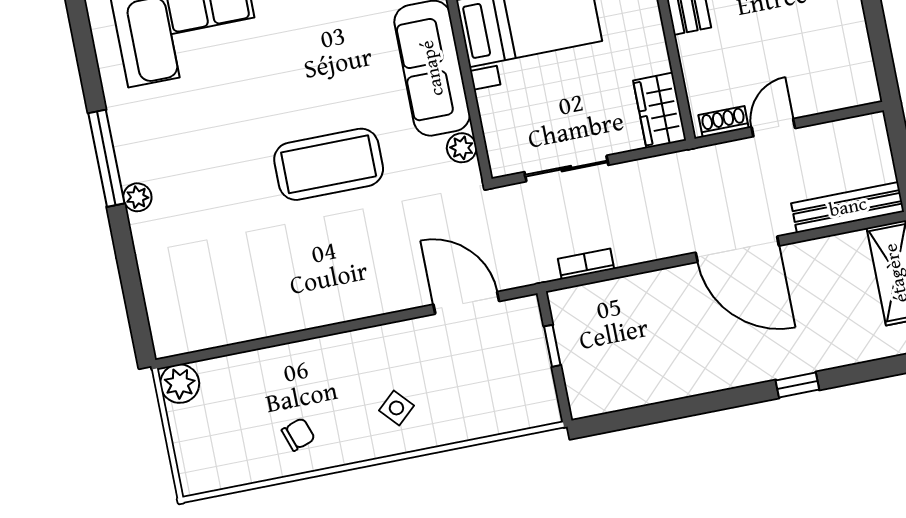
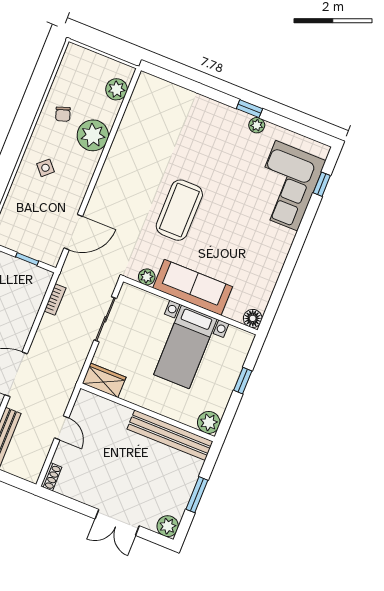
shoe rack: (724, 122) -> (51, 477), moved
window: (106, 158) -> (249, 109), width x0.46
plant: (137, 197) -> (257, 125), moved
plant: (301, 368) -> (93, 135), added
plant: (180, 384) -> (117, 89), moved

